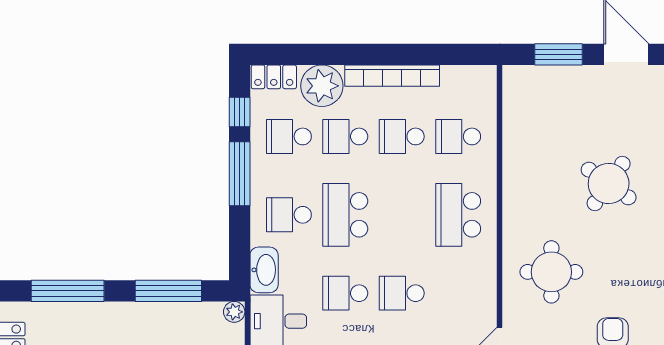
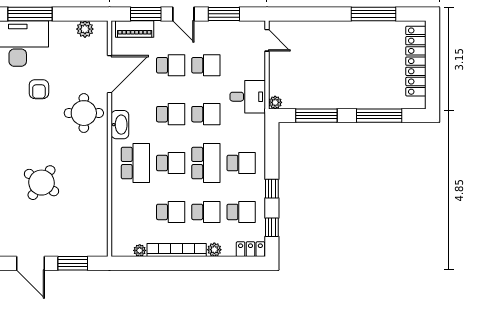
plant: (451, 75) -> (140, 250), added
plant: (322, 86) -> (214, 250), width x0.53, depth x0.53
school desk: (458, 136) -> (171, 163), moved
window: (240, 174) -> (272, 189), width x0.46
washbasin: (264, 270) -> (120, 125), moved, turned 180
round table: (551, 272) -> (84, 113), moved

